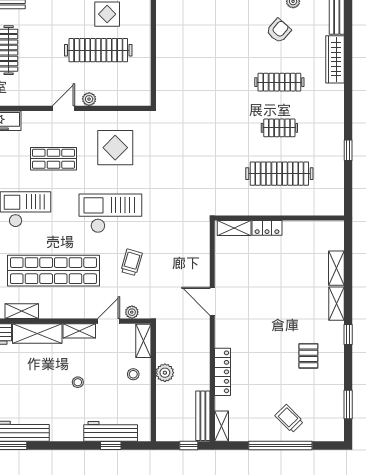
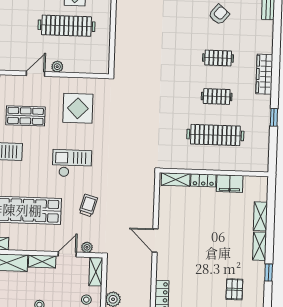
wardrobe: (335, 59) -> (264, 74), moved
clothes rail: (279, 82) -> (218, 58), width x0.73
checkout: (110, 213) -> (72, 163), width x0.73, depth x0.83
filing cabinet: (298, 231) -> (230, 184), added

